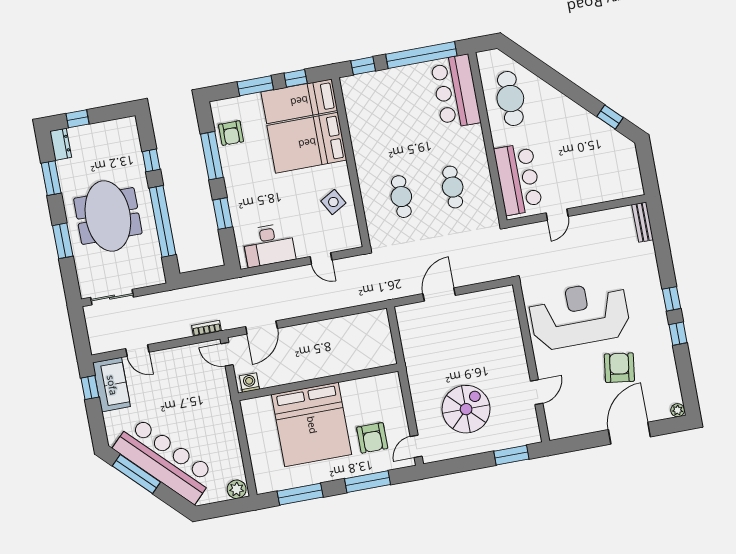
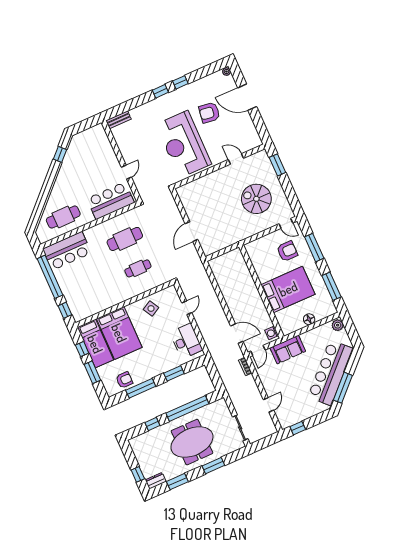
cafe table: (453, 187) -> (125, 239), width x1.37, depth x1.35
door: (557, 215) -> (126, 172), hinge flipped
door: (439, 294) -> (191, 232), hinge flipped
sofa: (112, 385) -> (288, 350), moved, turned 180
bed: (312, 425) -> (288, 289), width x0.73
floor lamp: (257, 447) -> (309, 319), added

